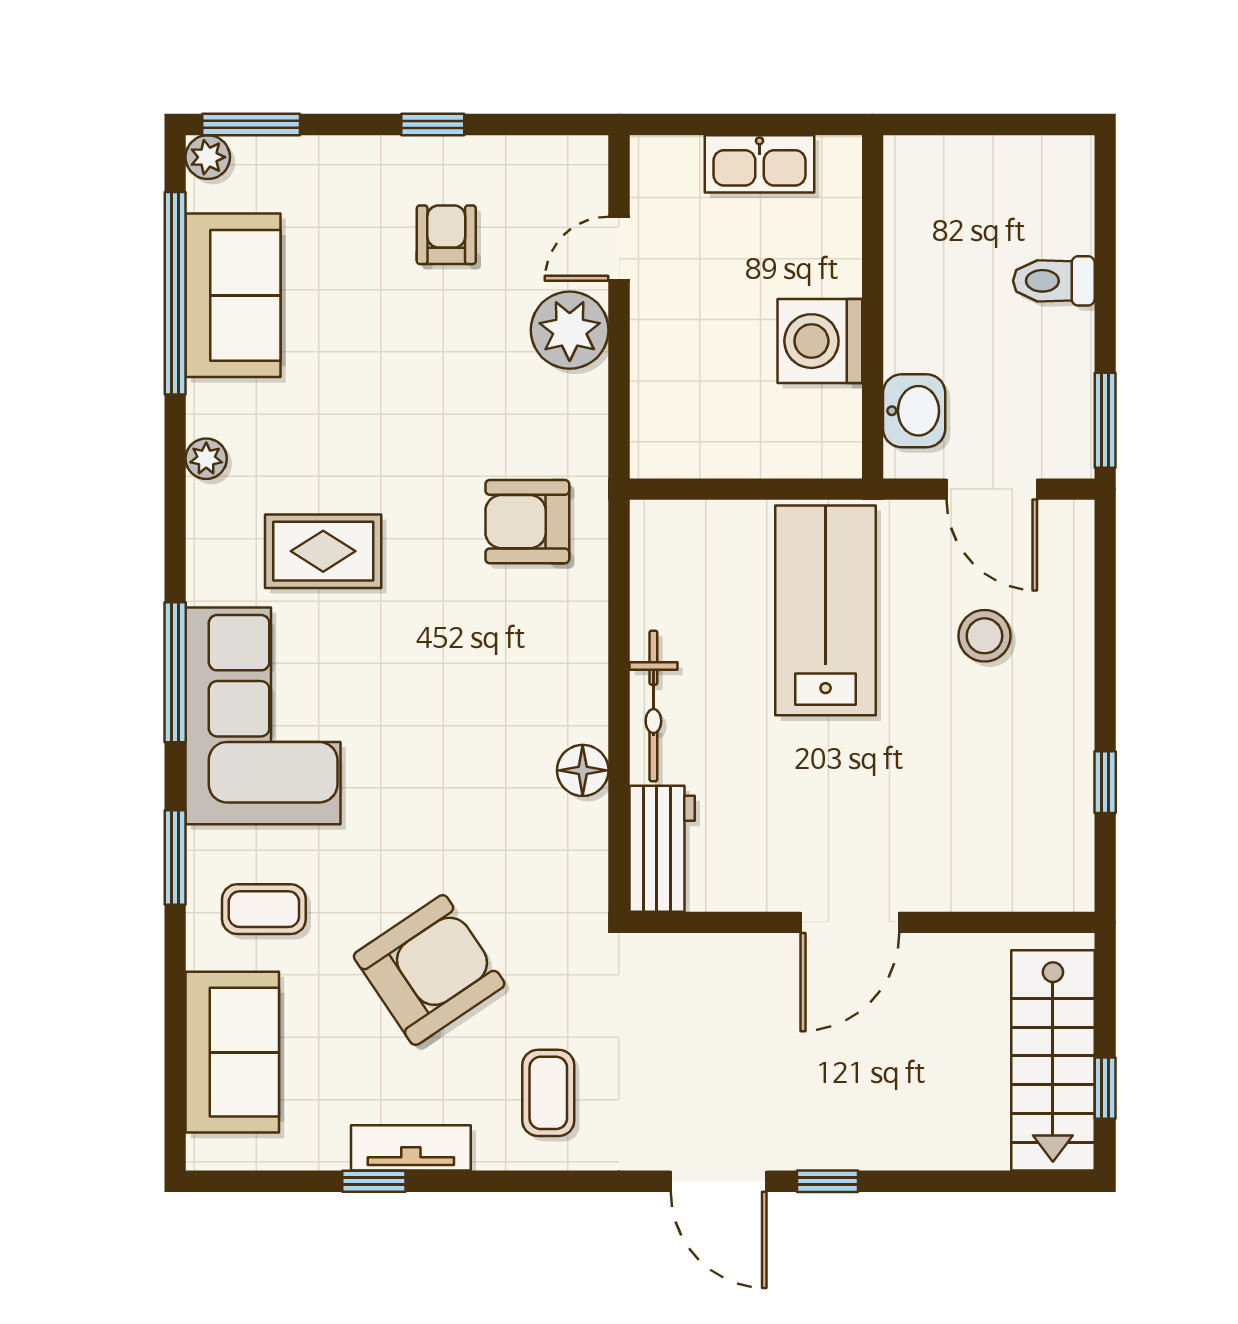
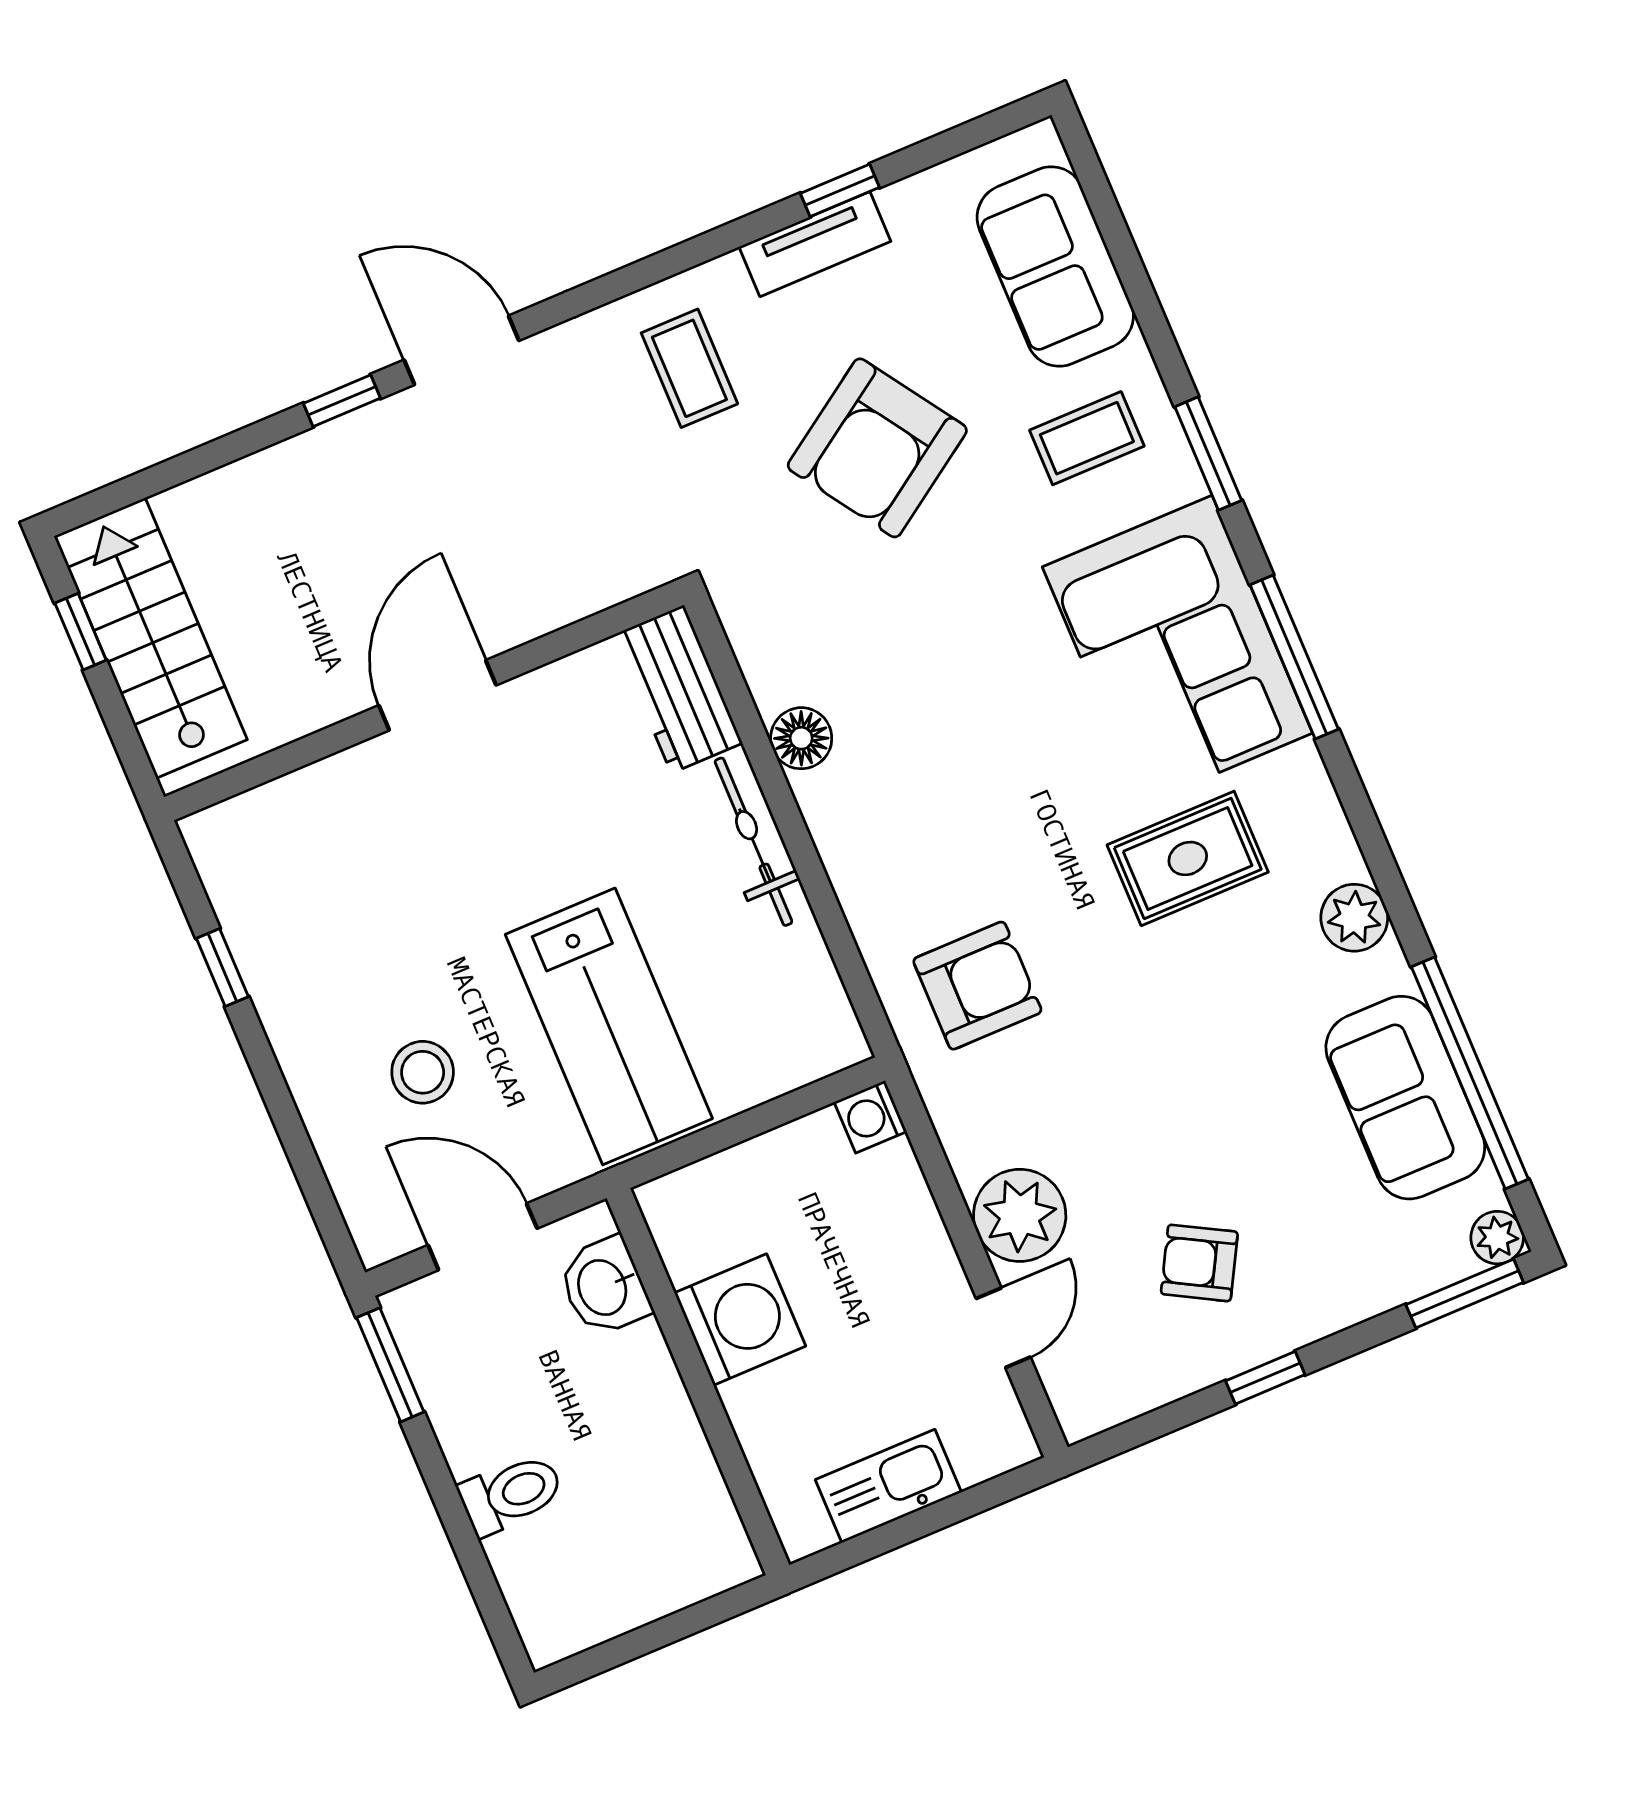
armchair: (446, 235) -> (1199, 1263), turned 119
washing machine: (653, 455) -> (870, 1117), added
plant: (206, 459) -> (1354, 918), width x1.38, depth x1.38

